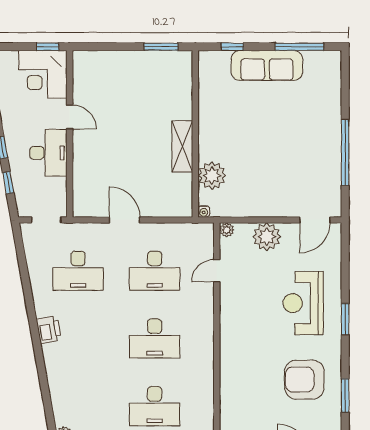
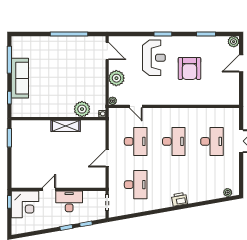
reception desk: (303, 303) -> (154, 58), turned -90
printer: (49, 330) -> (179, 199), moved
armchair: (304, 380) -> (189, 68), moved

